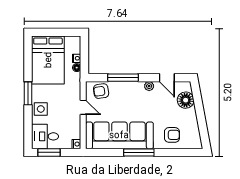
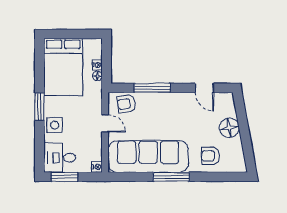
plant: (149, 86) -> (183, 98), removed
floor lamp: (186, 100) -> (229, 128), moved
armchair: (172, 135) -> (211, 156), turned 180

